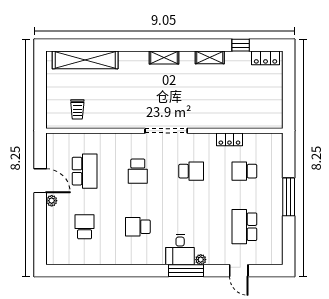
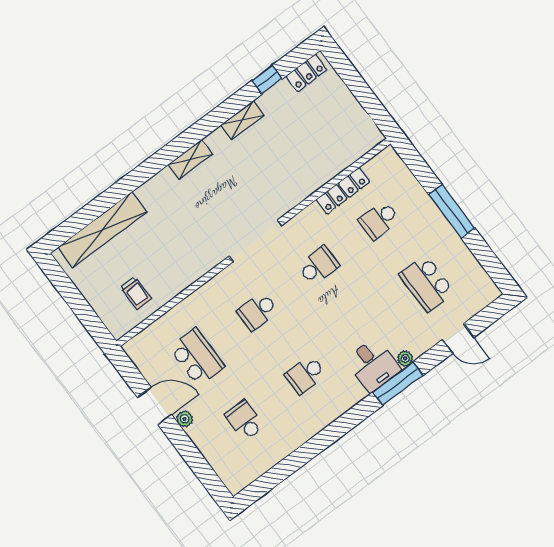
locker: (229, 139) -> (343, 191), width x1.53
school desk: (138, 171) -> (258, 311), turned 90

